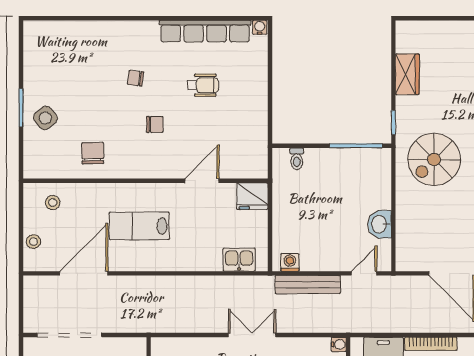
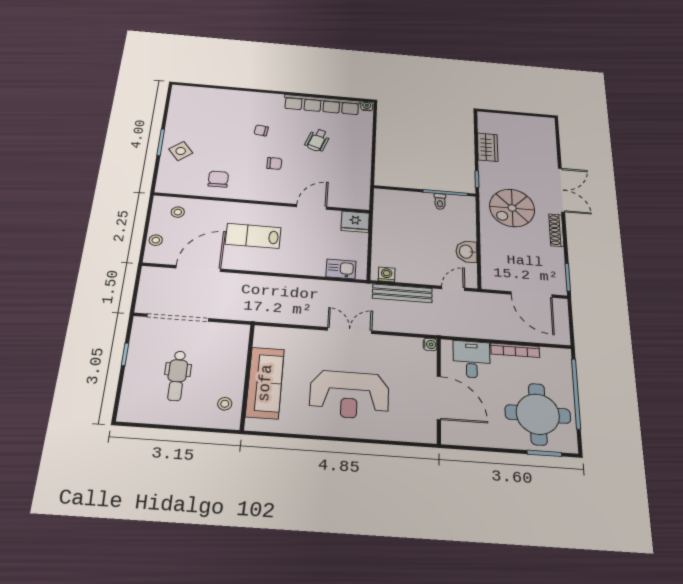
wheelchair: (203, 85) -> (317, 140), turned 109
toilet: (297, 159) -> (440, 201), moved

